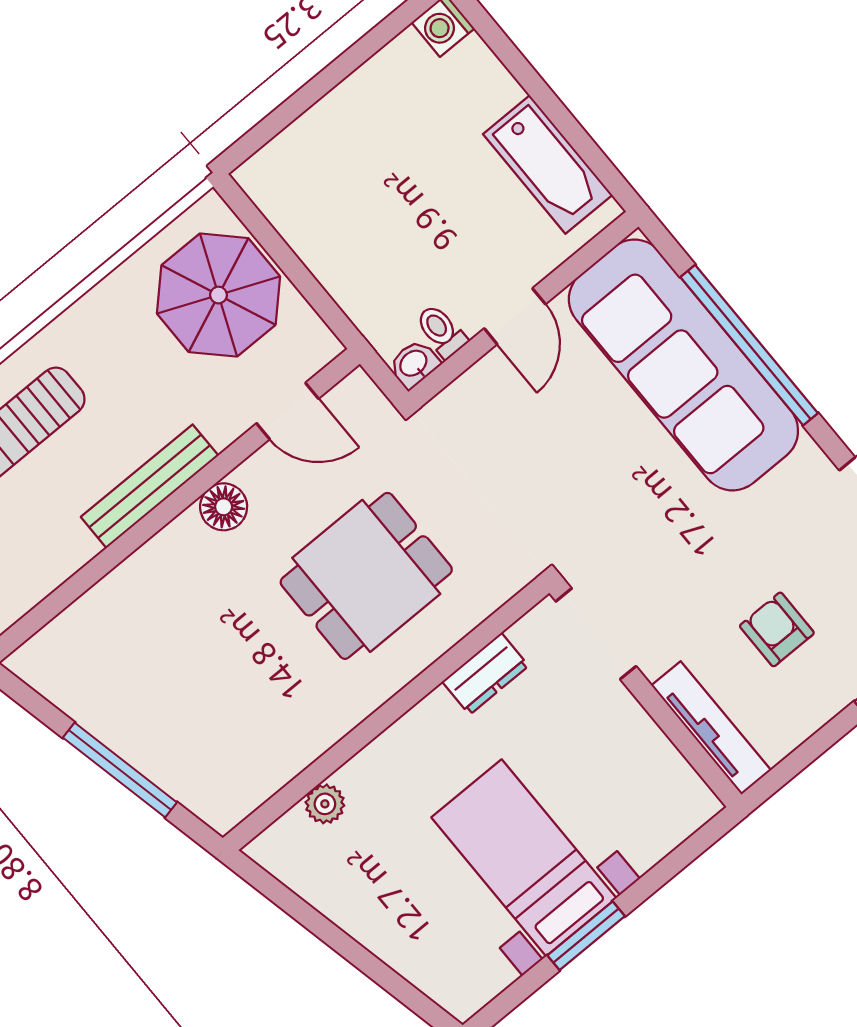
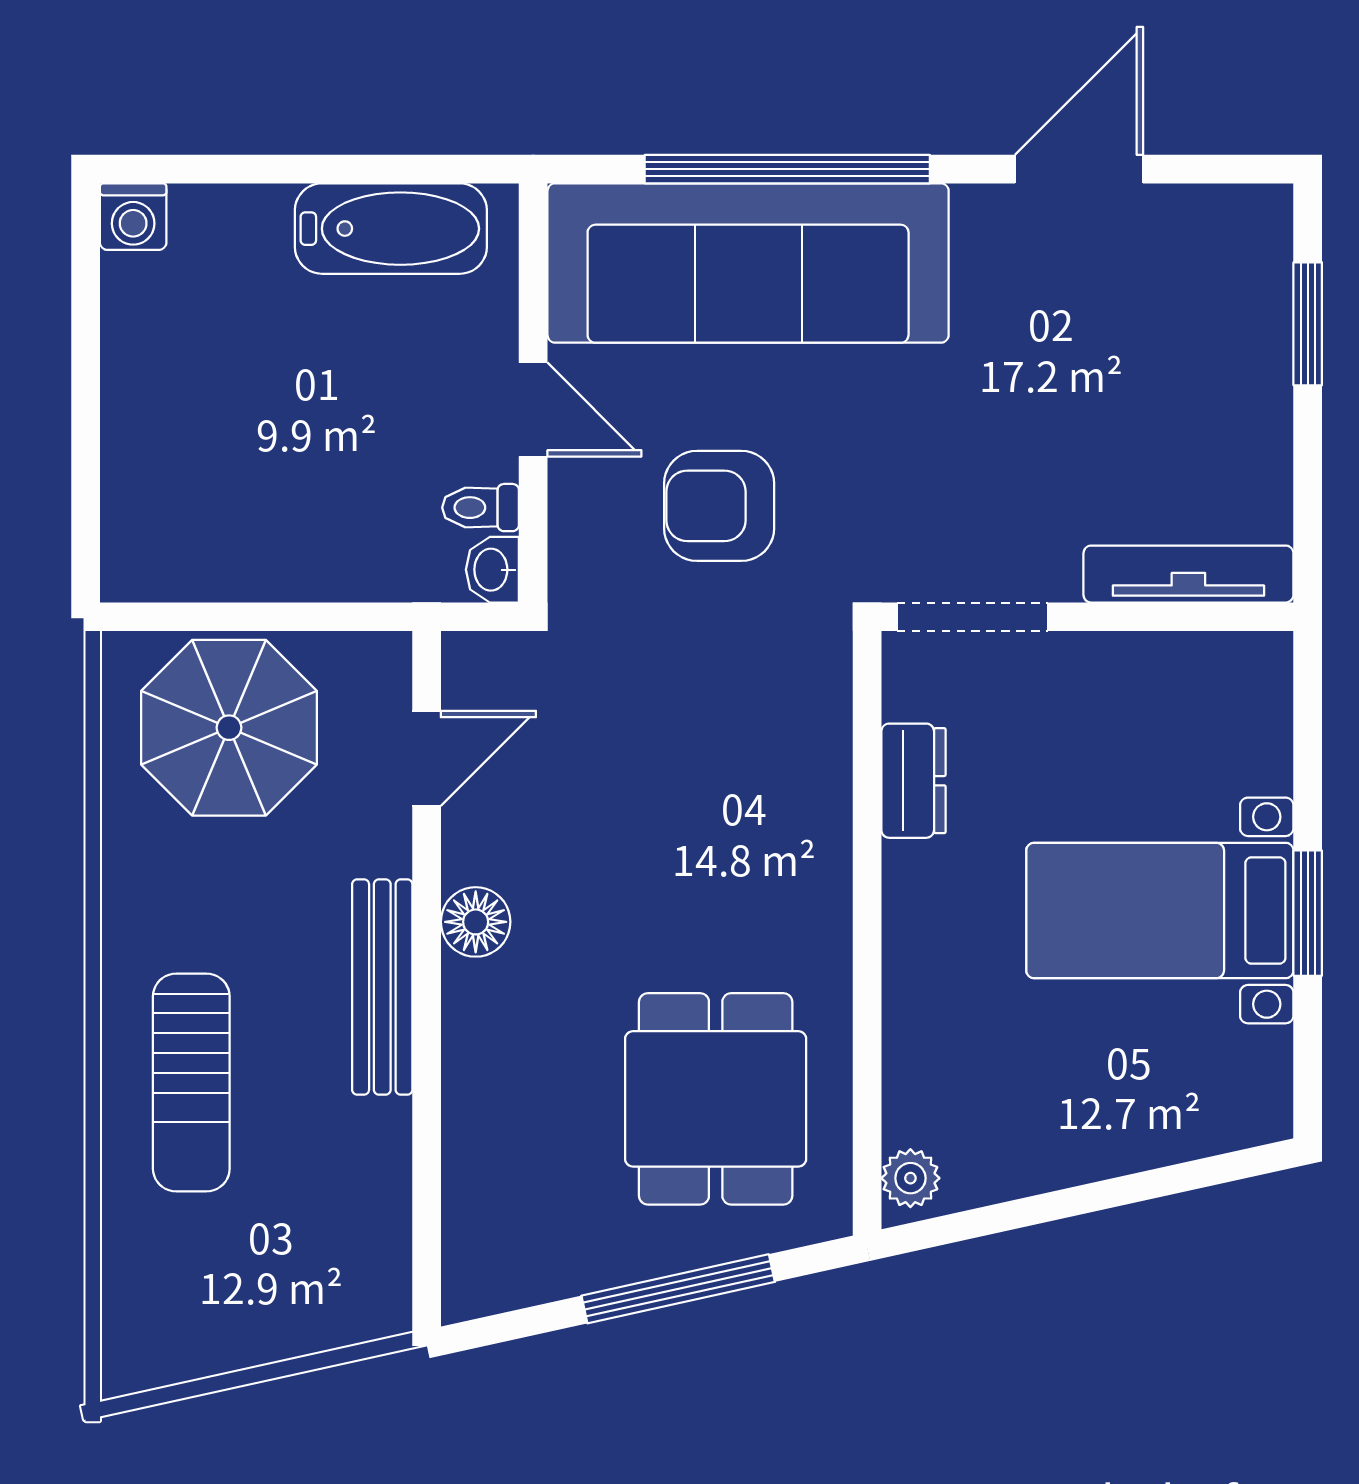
dining table: (366, 576) -> (716, 1099), moved
armchair: (777, 629) -> (719, 506), moved, width x1.38, depth x1.38
plant: (325, 804) -> (910, 1178), moved

